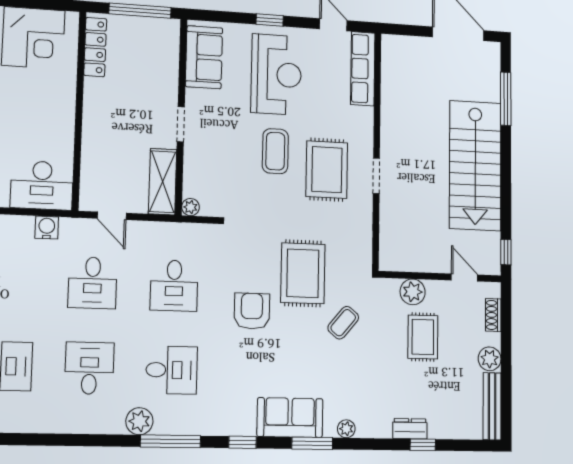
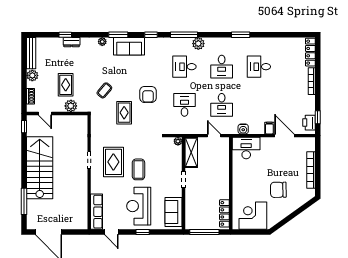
rug: (303, 273) -> (124, 113), width x0.73, depth x0.70
desk: (93, 283) -> (222, 105), turned 180
window: (44, 440) -> (241, 35), added

